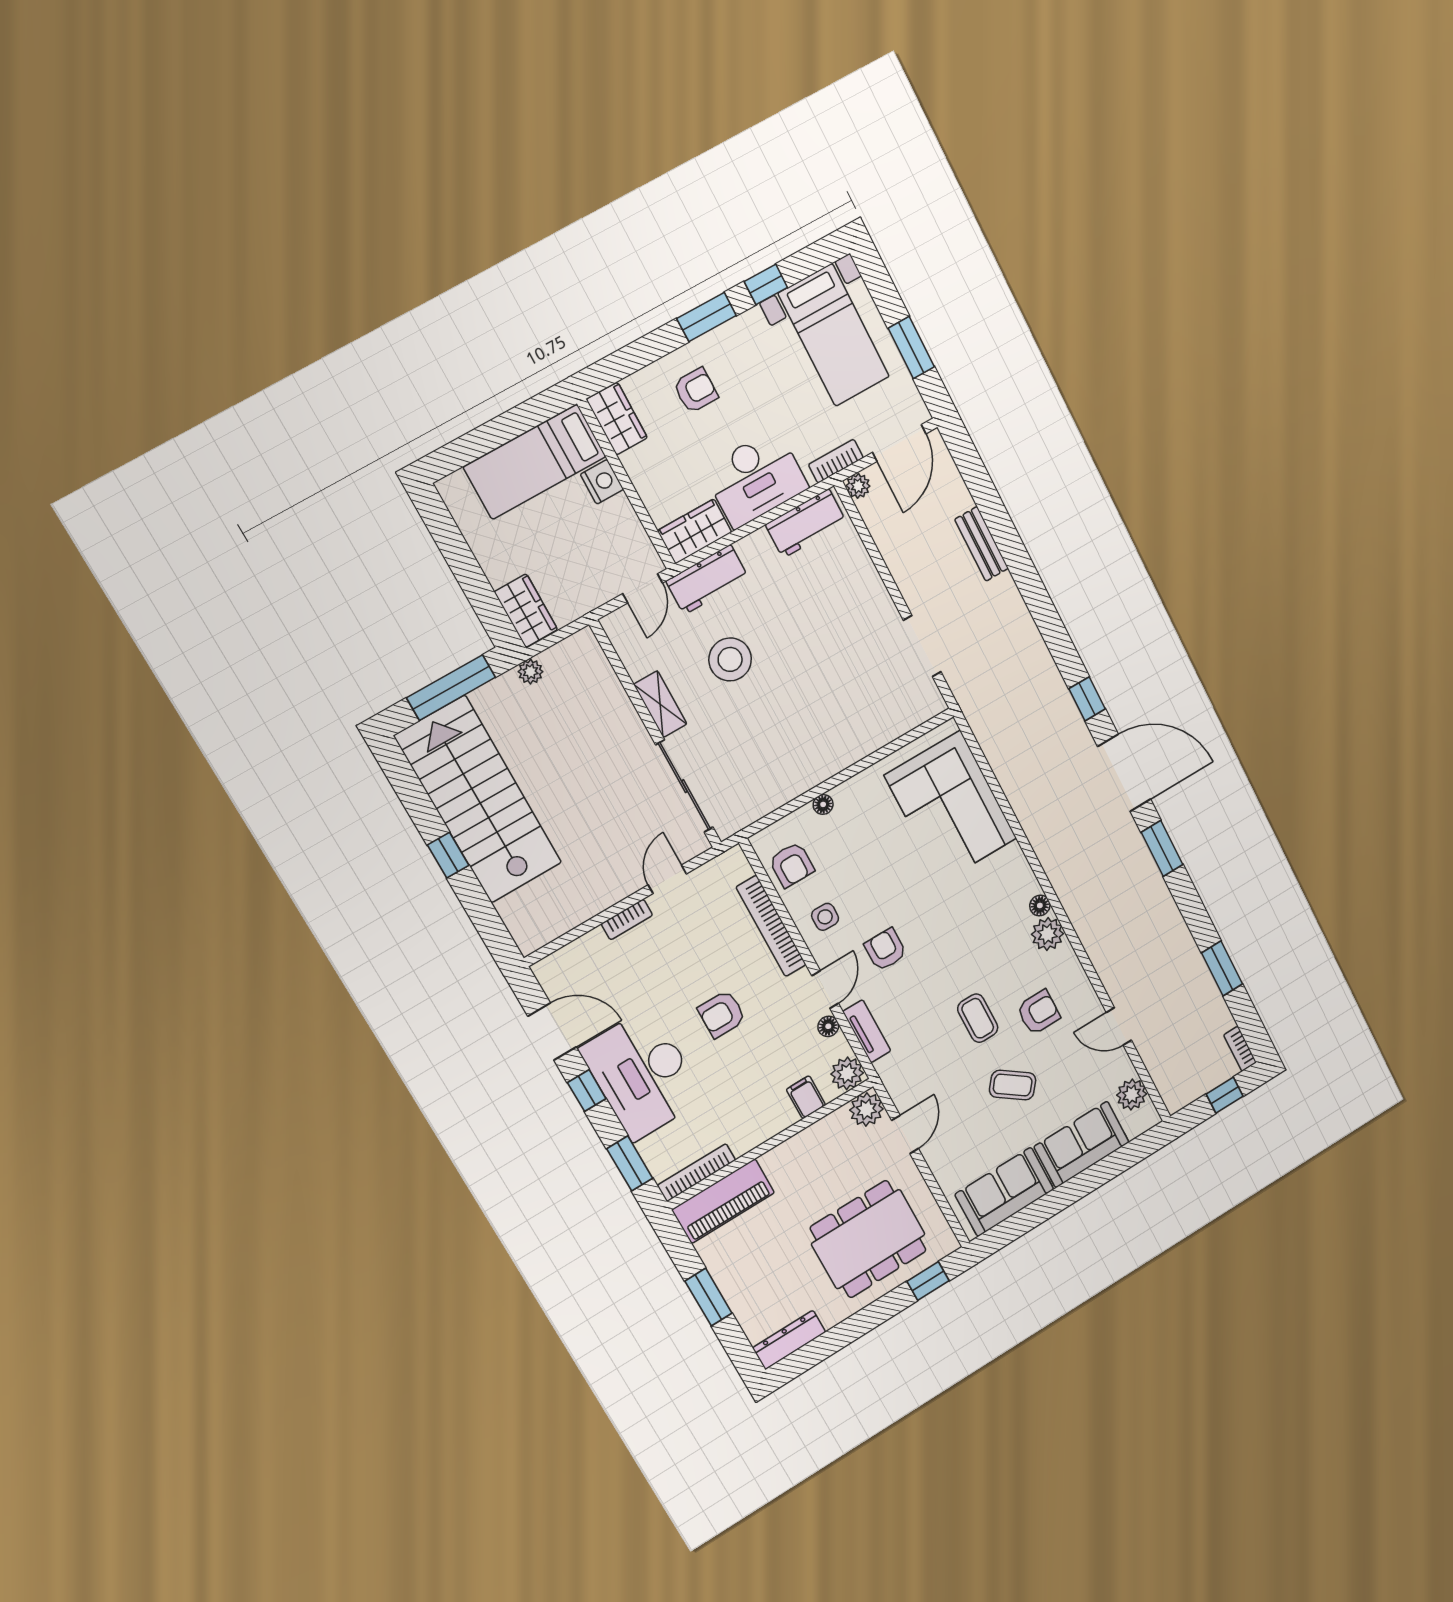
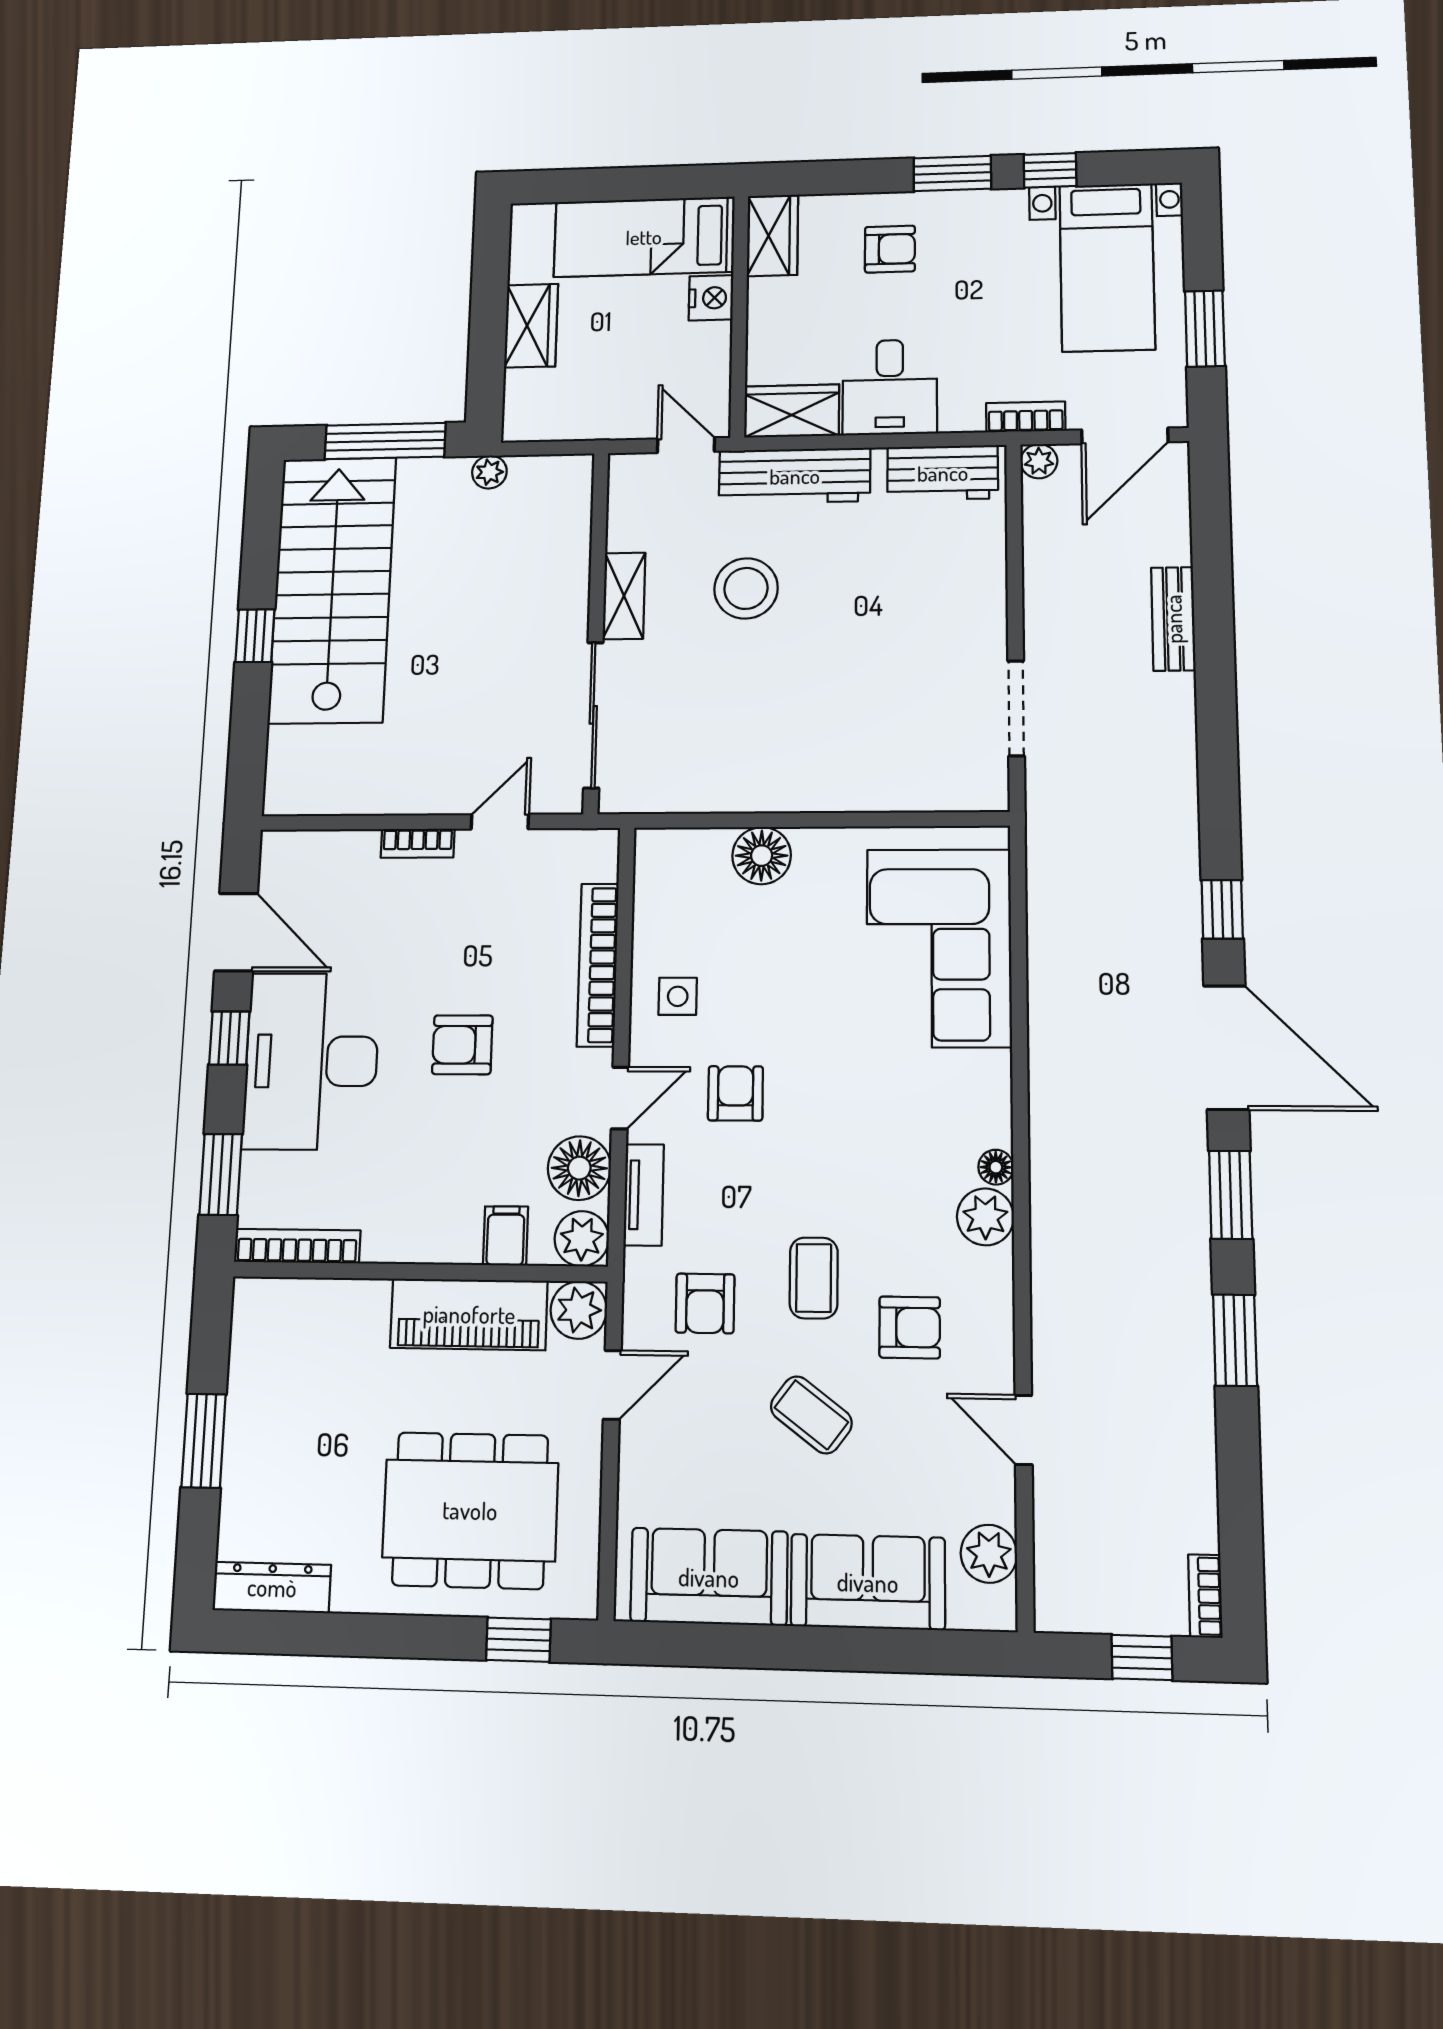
desk: (756, 478) -> (890, 387), width x0.73
workbench: (707, 580) -> (795, 476), width x1.38
door: (643, 588) -> (686, 445), swing flipped
wardrobe: (526, 611) -> (531, 326), moved
floor lamp: (823, 804) -> (762, 856), width x1.89, depth x1.89
armchair: (792, 865) -> (705, 1303), moved
window: (1222, 968) -> (1235, 1340), moved
floor lamp: (828, 1026) -> (579, 1168), width x1.89, depth x1.89
piano: (723, 1201) -> (469, 1314), moved

